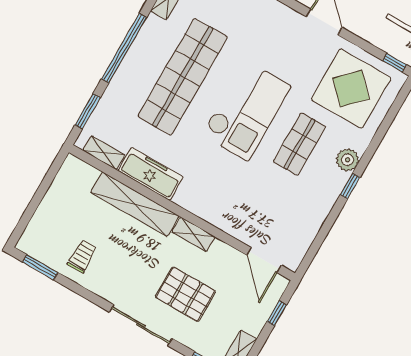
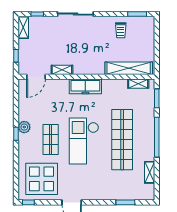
plant: (348, 160) -> (24, 127), moved
freezer: (151, 174) -> (85, 86), moved
shelving: (135, 204) -> (129, 68), moved
shelving: (193, 234) -> (62, 70), moved
door: (264, 260) -> (36, 77), swing flipped
pallet: (185, 294) -> (63, 40), removed

